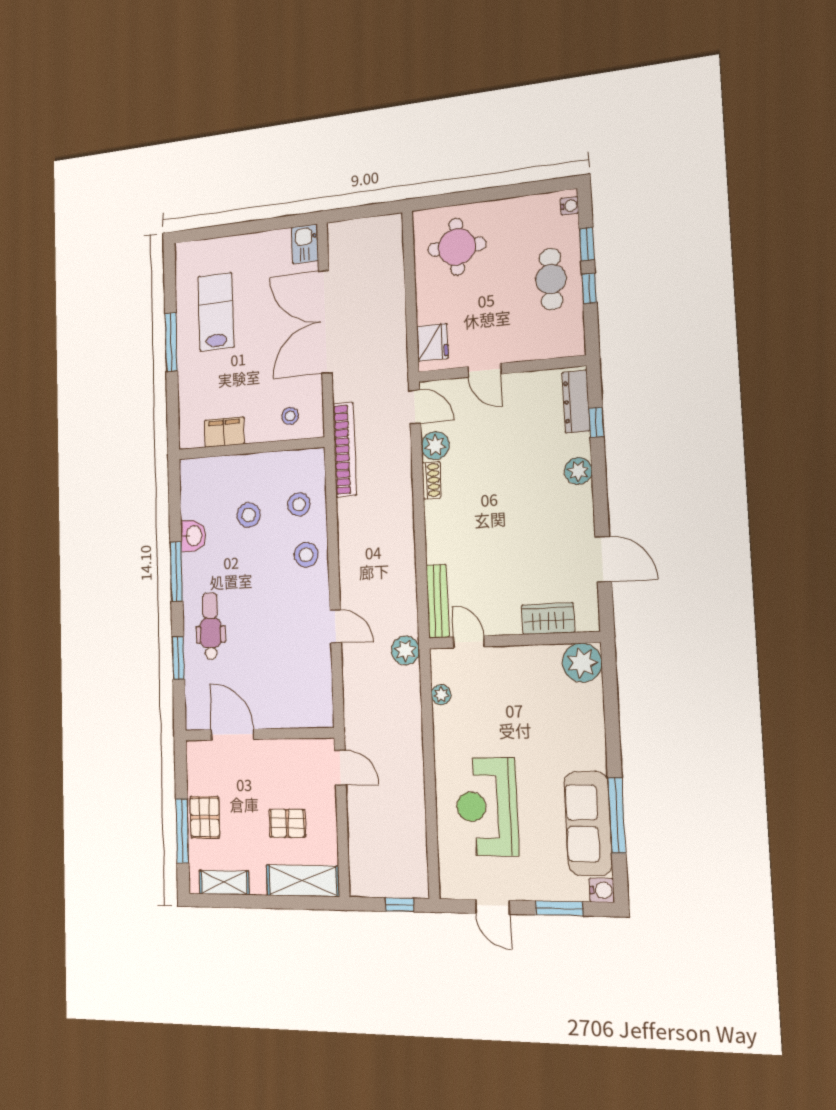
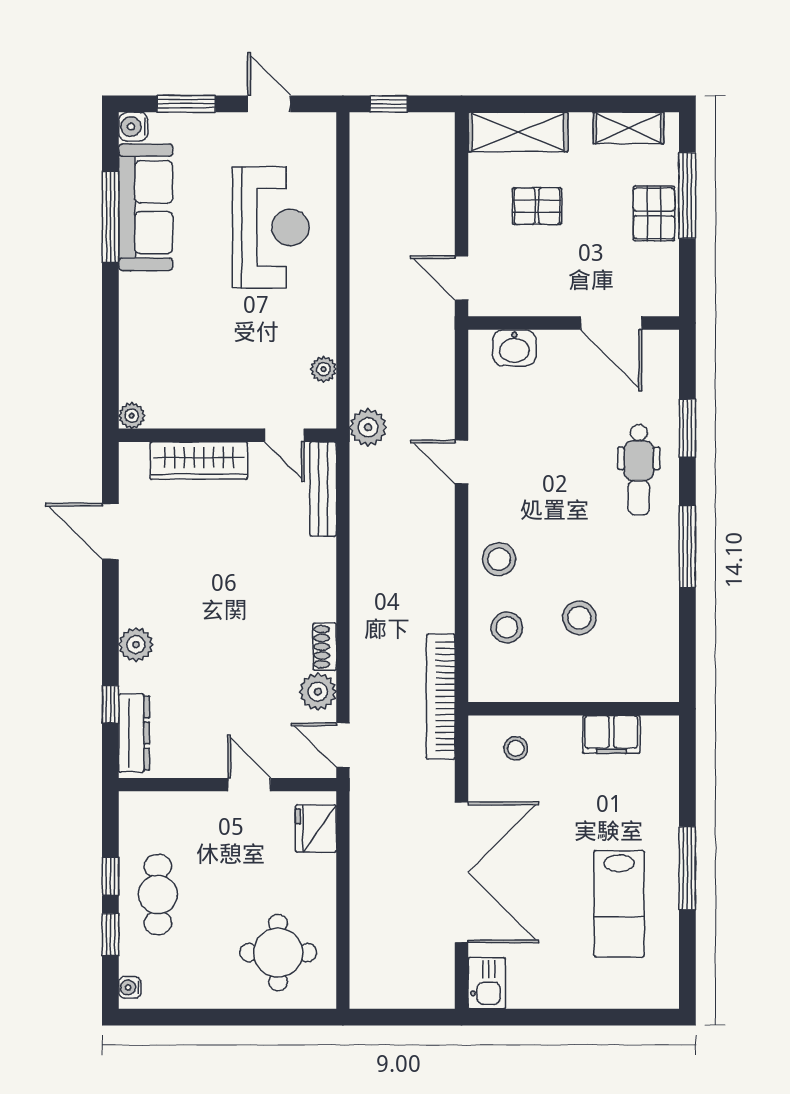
washbasin: (193, 536) -> (514, 348), moved, turned -90
wardrobe: (548, 619) -> (199, 461), width x1.50
plant: (582, 663) -> (132, 416), width x0.53, depth x0.53

